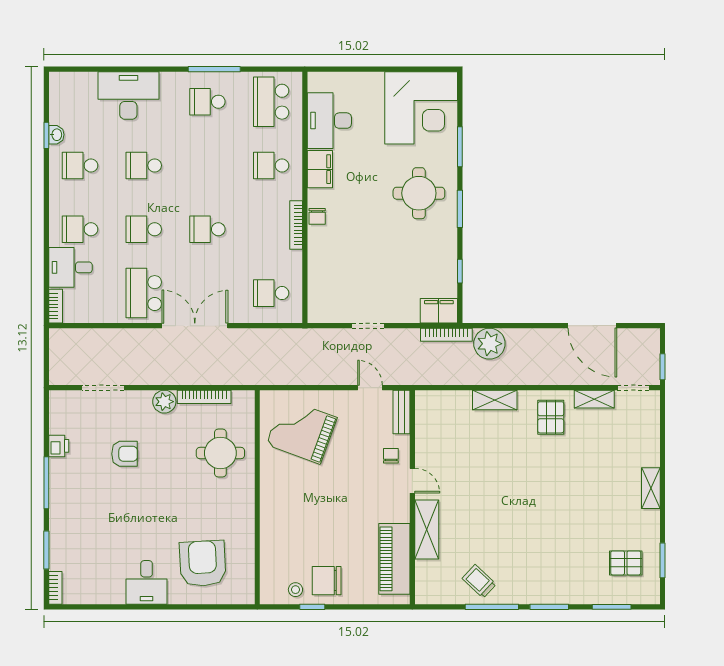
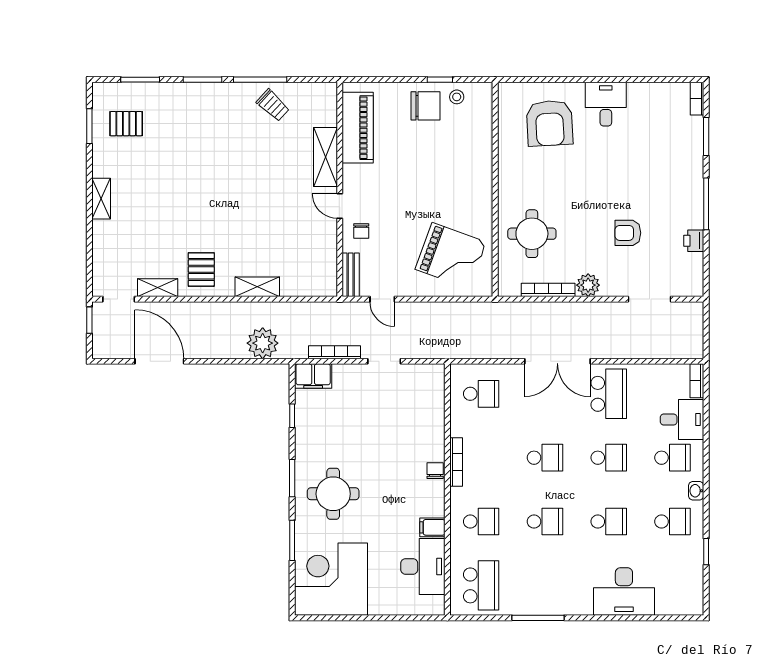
school desk: (207, 102) -> (545, 522), moved
washbasin: (56, 135) -> (696, 491), moved
filing cabinet: (320, 169) -> (432, 527), width x0.50
bookcase: (446, 335) -> (334, 352), moved

